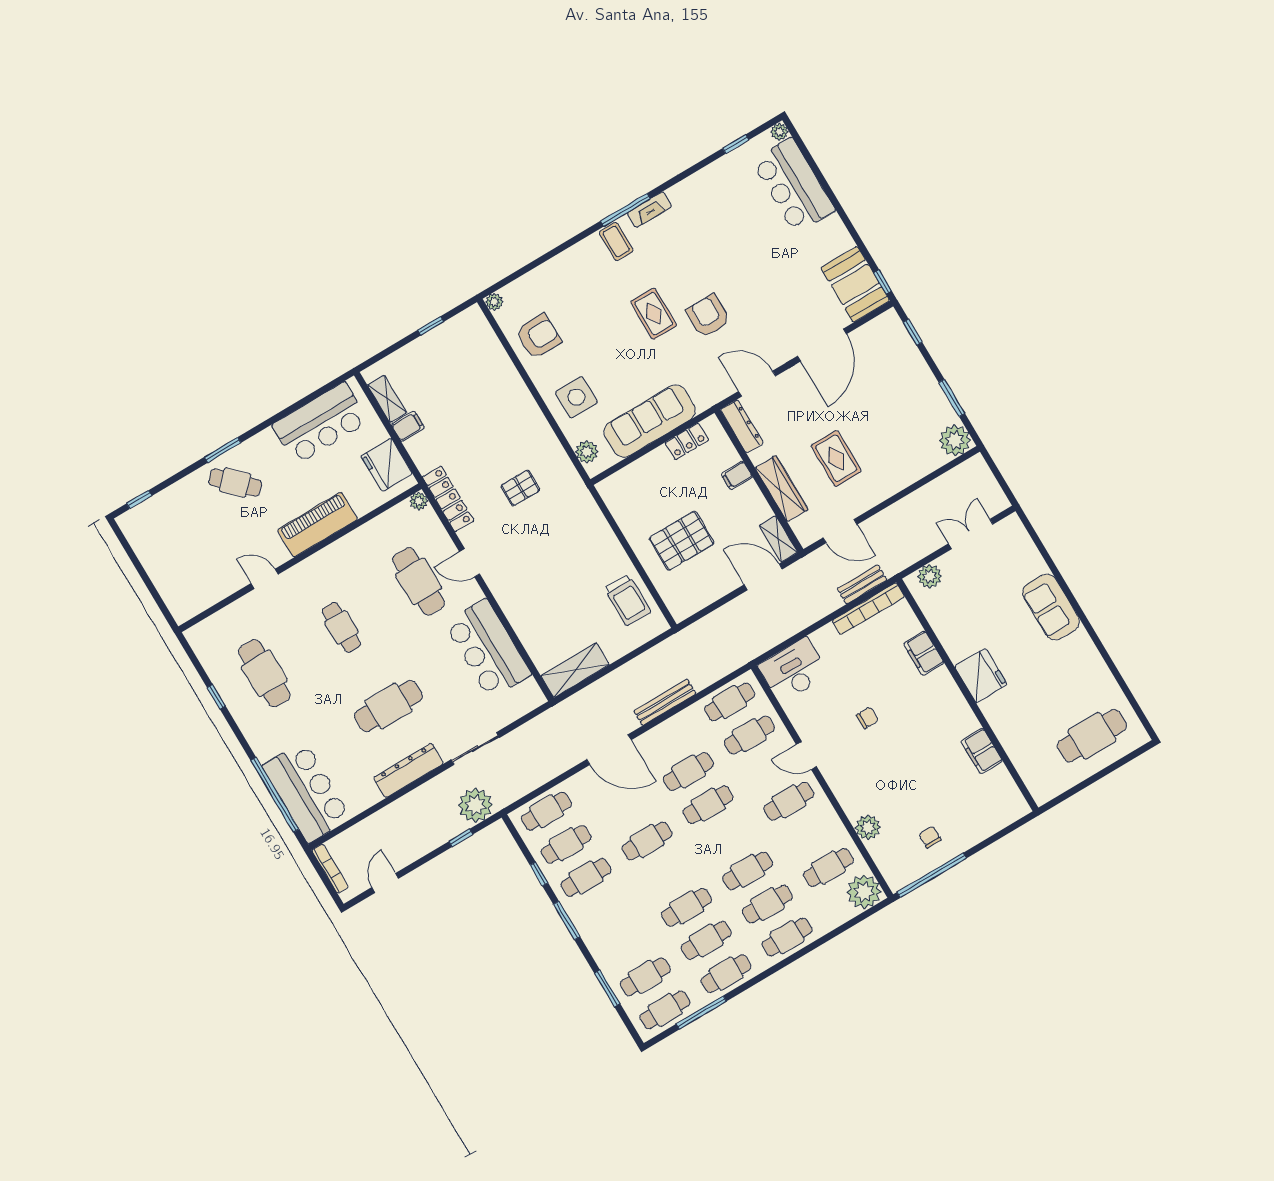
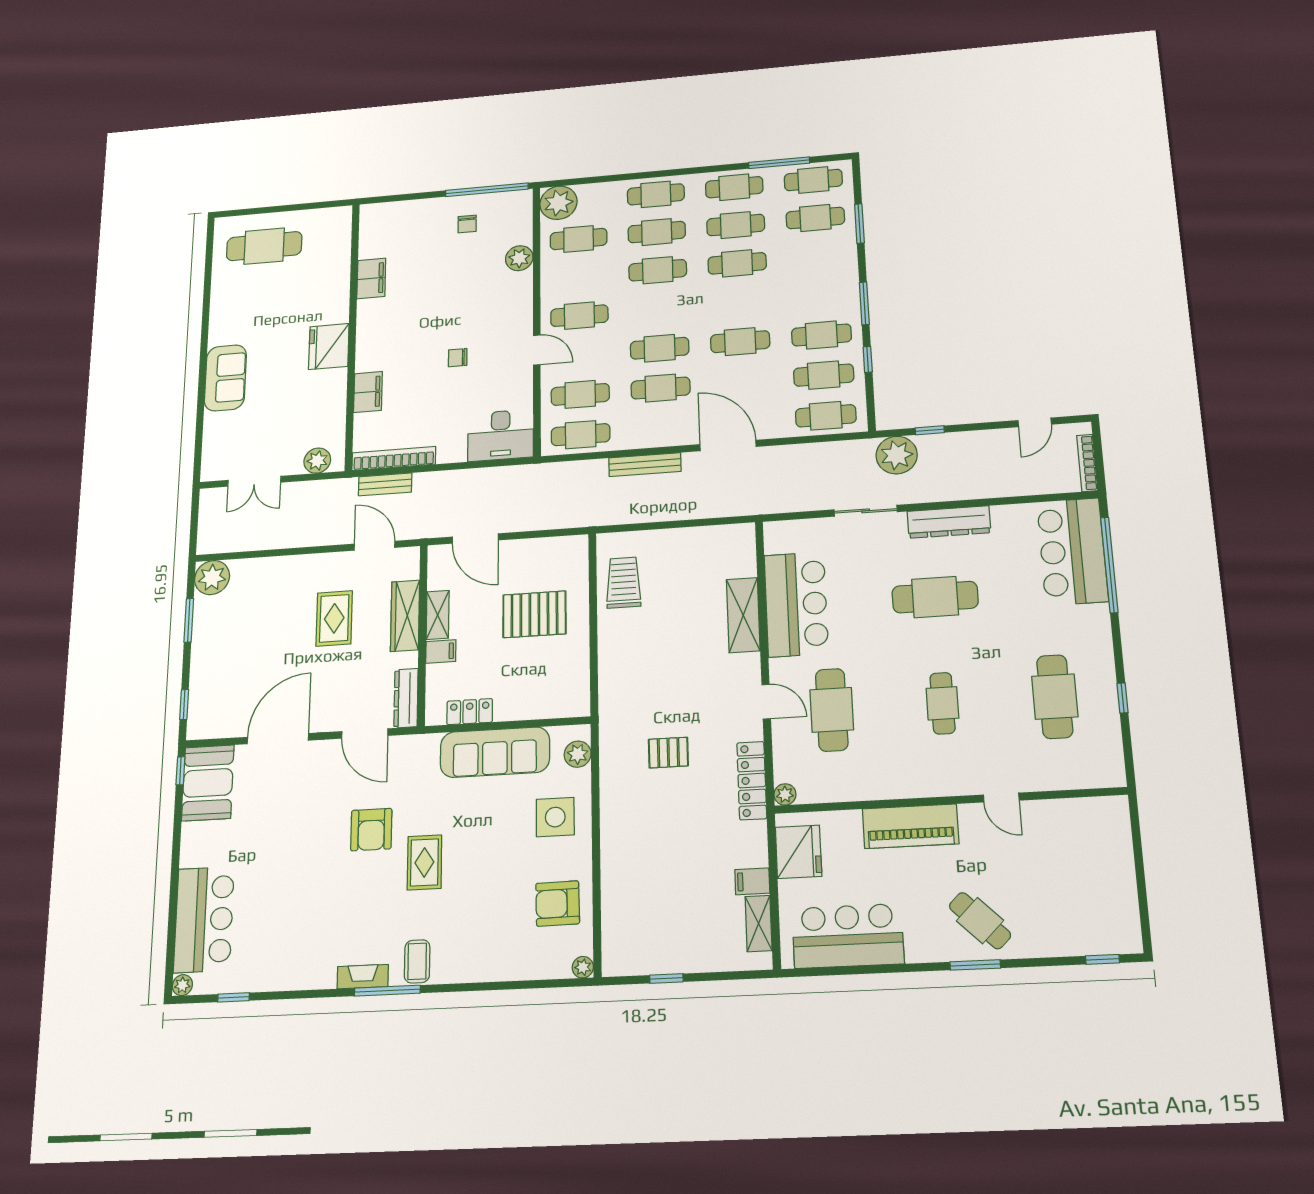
shelving: (778, 539) -> (438, 615), moved
shelving: (575, 670) -> (743, 615), moved, turned 90

